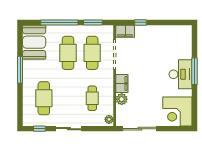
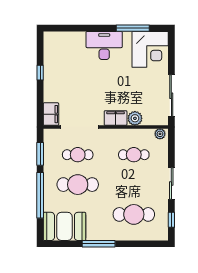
window: (140, 22) -> (40, 73), moved
cafe table: (92, 53) -> (78, 155), width x0.73, depth x0.74
window: (195, 71) -> (133, 28), moved

